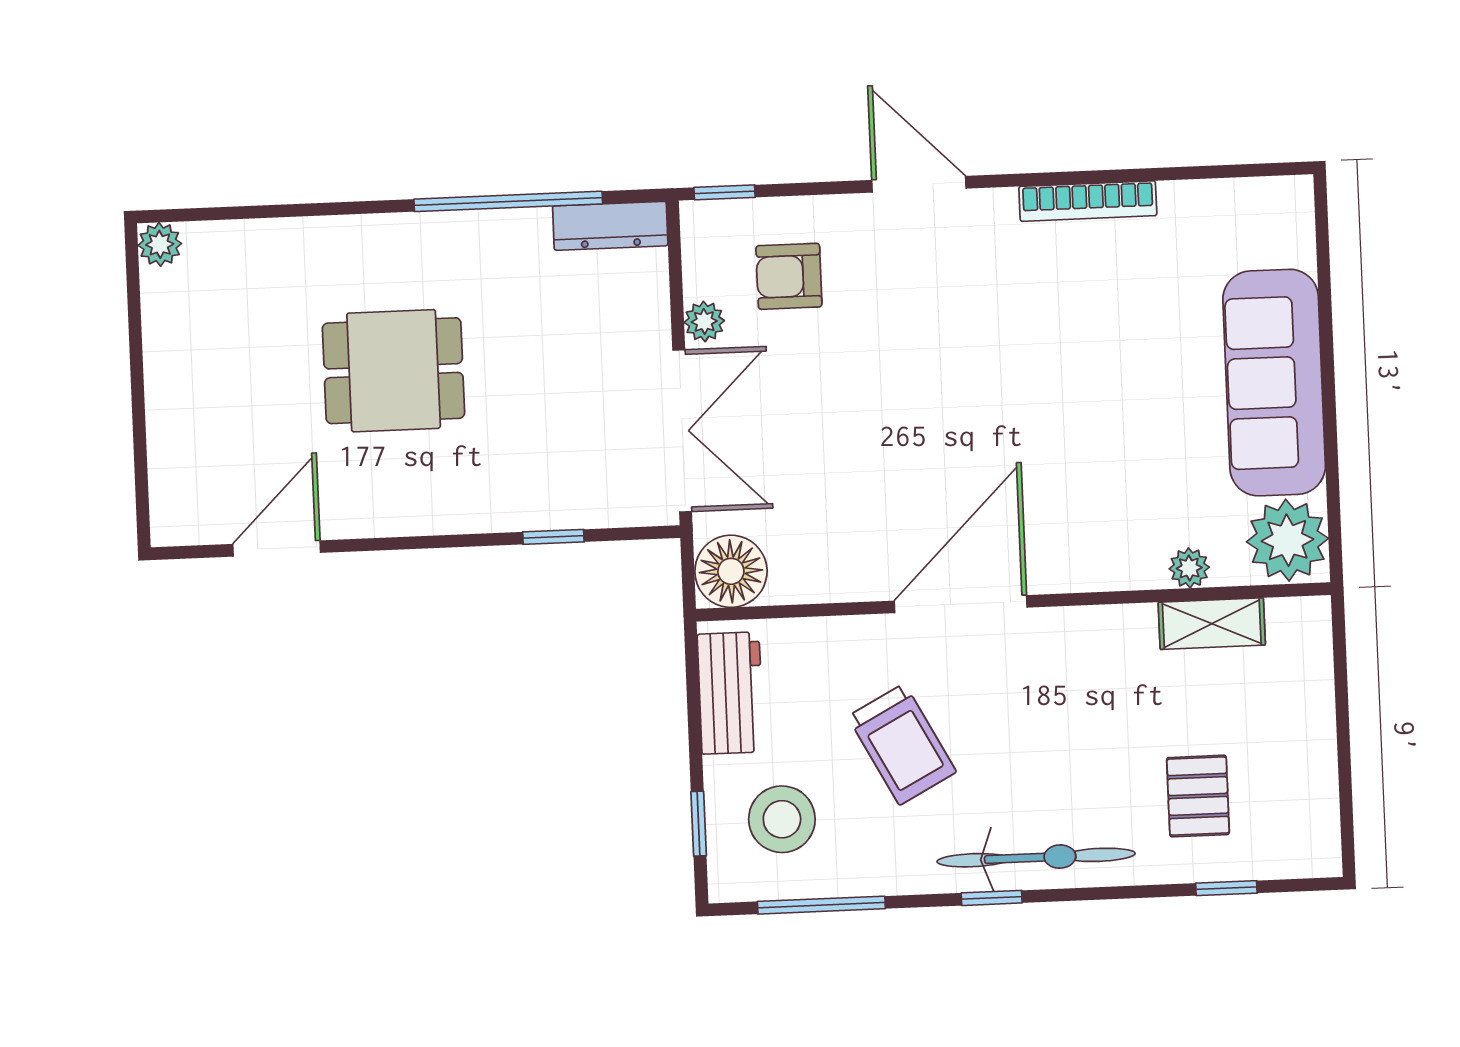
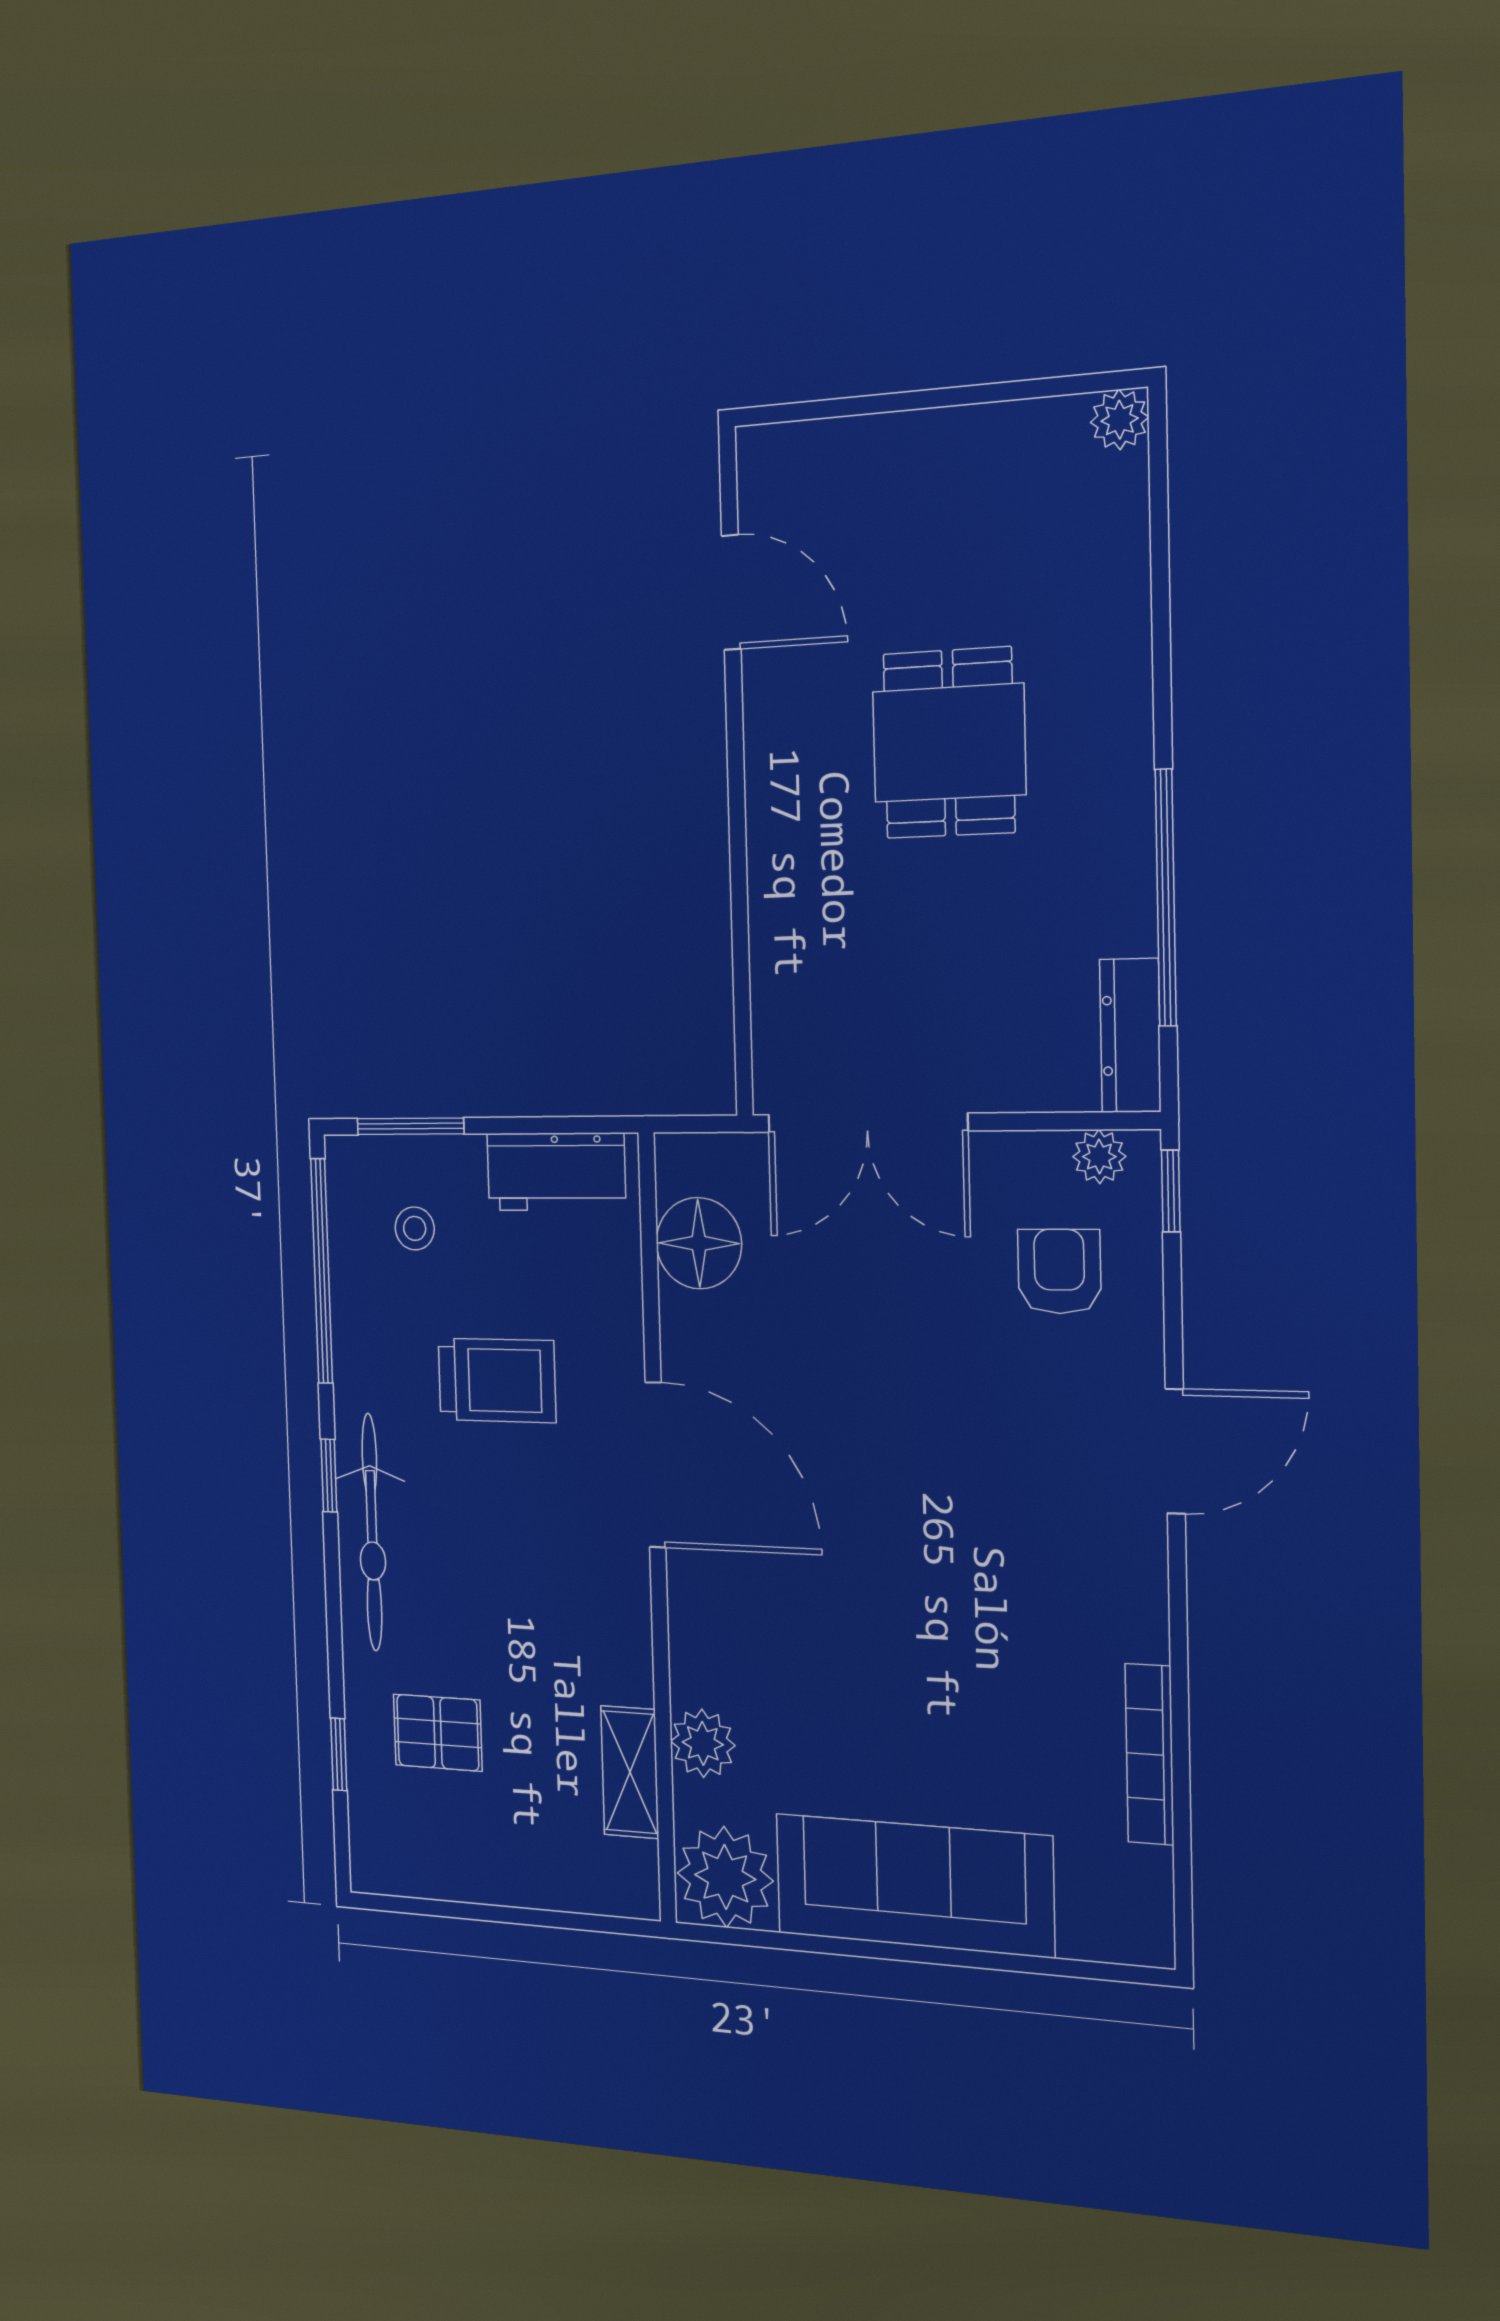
bookcase: (1088, 201) -> (1149, 1754), moved
plant: (704, 321) -> (1099, 1157), moved
window: (553, 537) -> (741, 953), removed
plant: (1189, 568) -> (703, 1743), width x1.38, depth x1.38
floor lamp: (731, 571) -> (699, 1243), moved
trolley: (902, 744) -> (497, 1380), turned -152
stool: (782, 819) -> (415, 1228), width x0.53, depth x0.53
window: (699, 824) -> (410, 1126), width x1.50
window: (821, 905) -> (322, 1271), width x1.46

